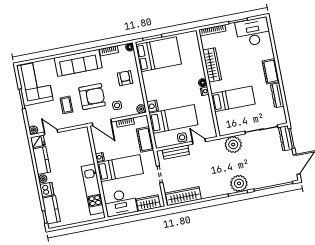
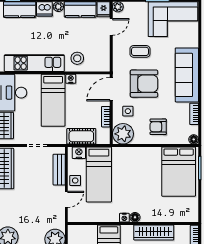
armchair: (125, 78) -> (158, 127), turned 180
armchair: (92, 97) -> (144, 84), turned -90
nightstand: (153, 106) -> (79, 153), moved
plant: (141, 109) -> (123, 134), width x1.87, depth x1.87
stool: (82, 155) -> (77, 58), added

